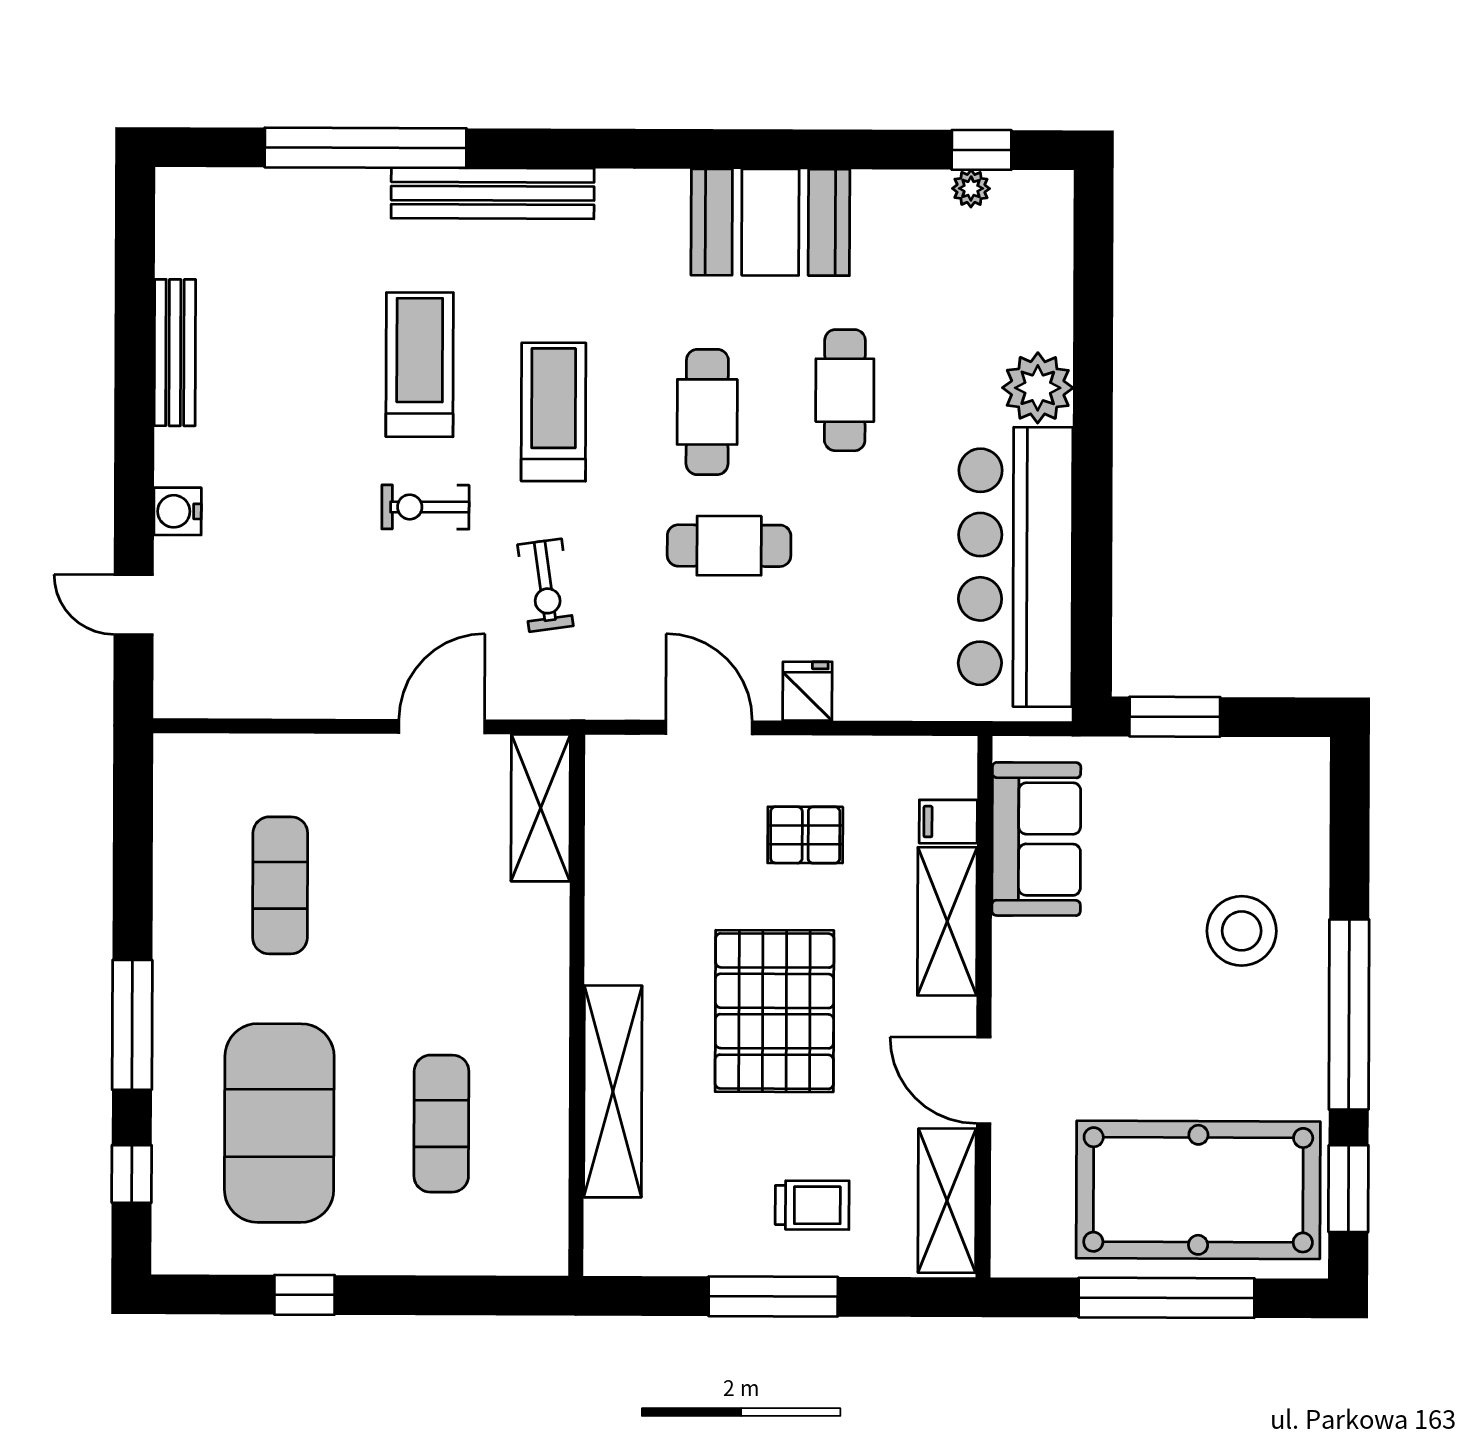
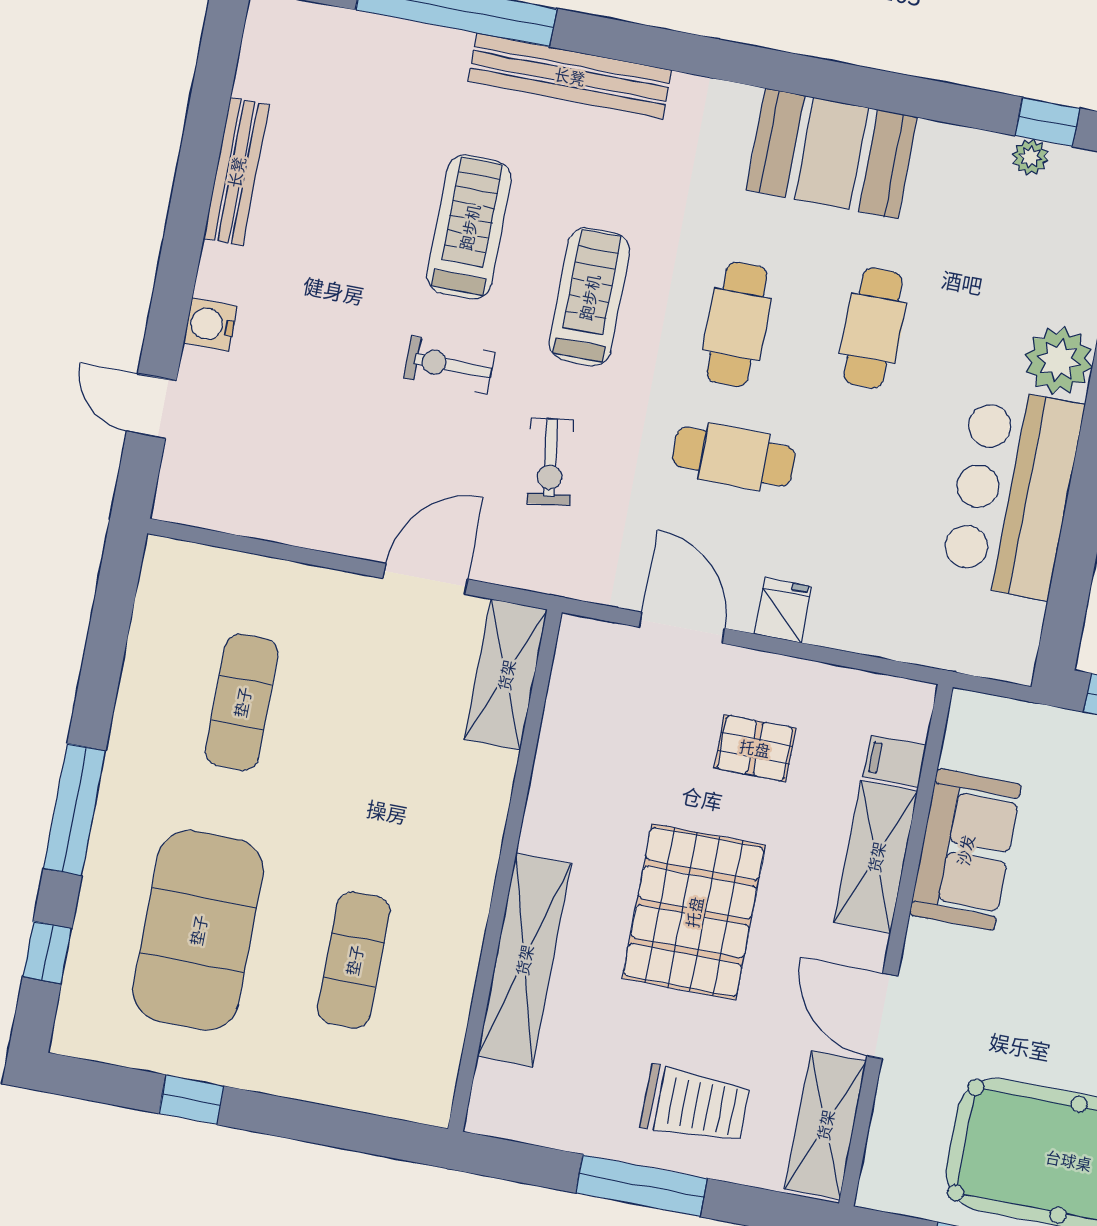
bar counter: (1016, 567) -> (1012, 493), width x0.73
sofa: (1036, 839) -> (965, 850), moved
trolley: (812, 1205) -> (695, 1105), width x1.36, depth x1.39

